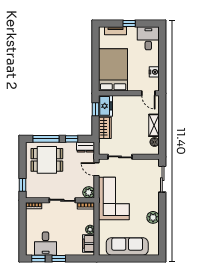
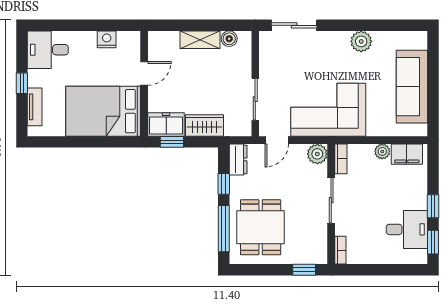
door: (148, 93) -> (144, 73), moved

